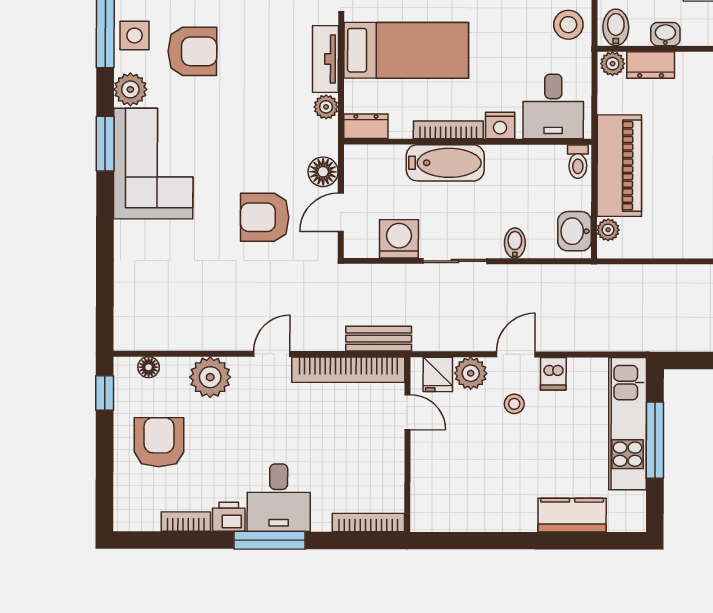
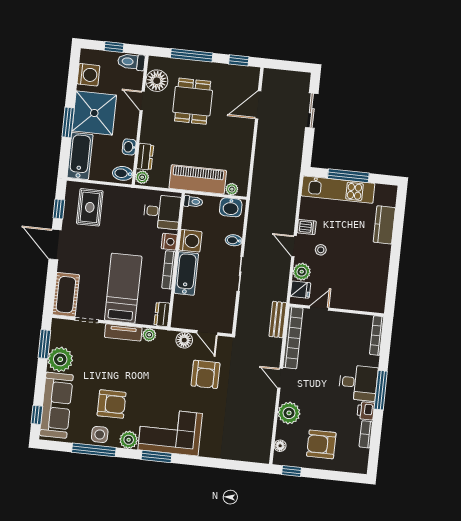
stool: (568, 25) -> (119, 199), removed
armchair: (192, 51) -> (112, 404), turned 90
washing machine: (399, 239) -> (190, 241), moved, turned 180

